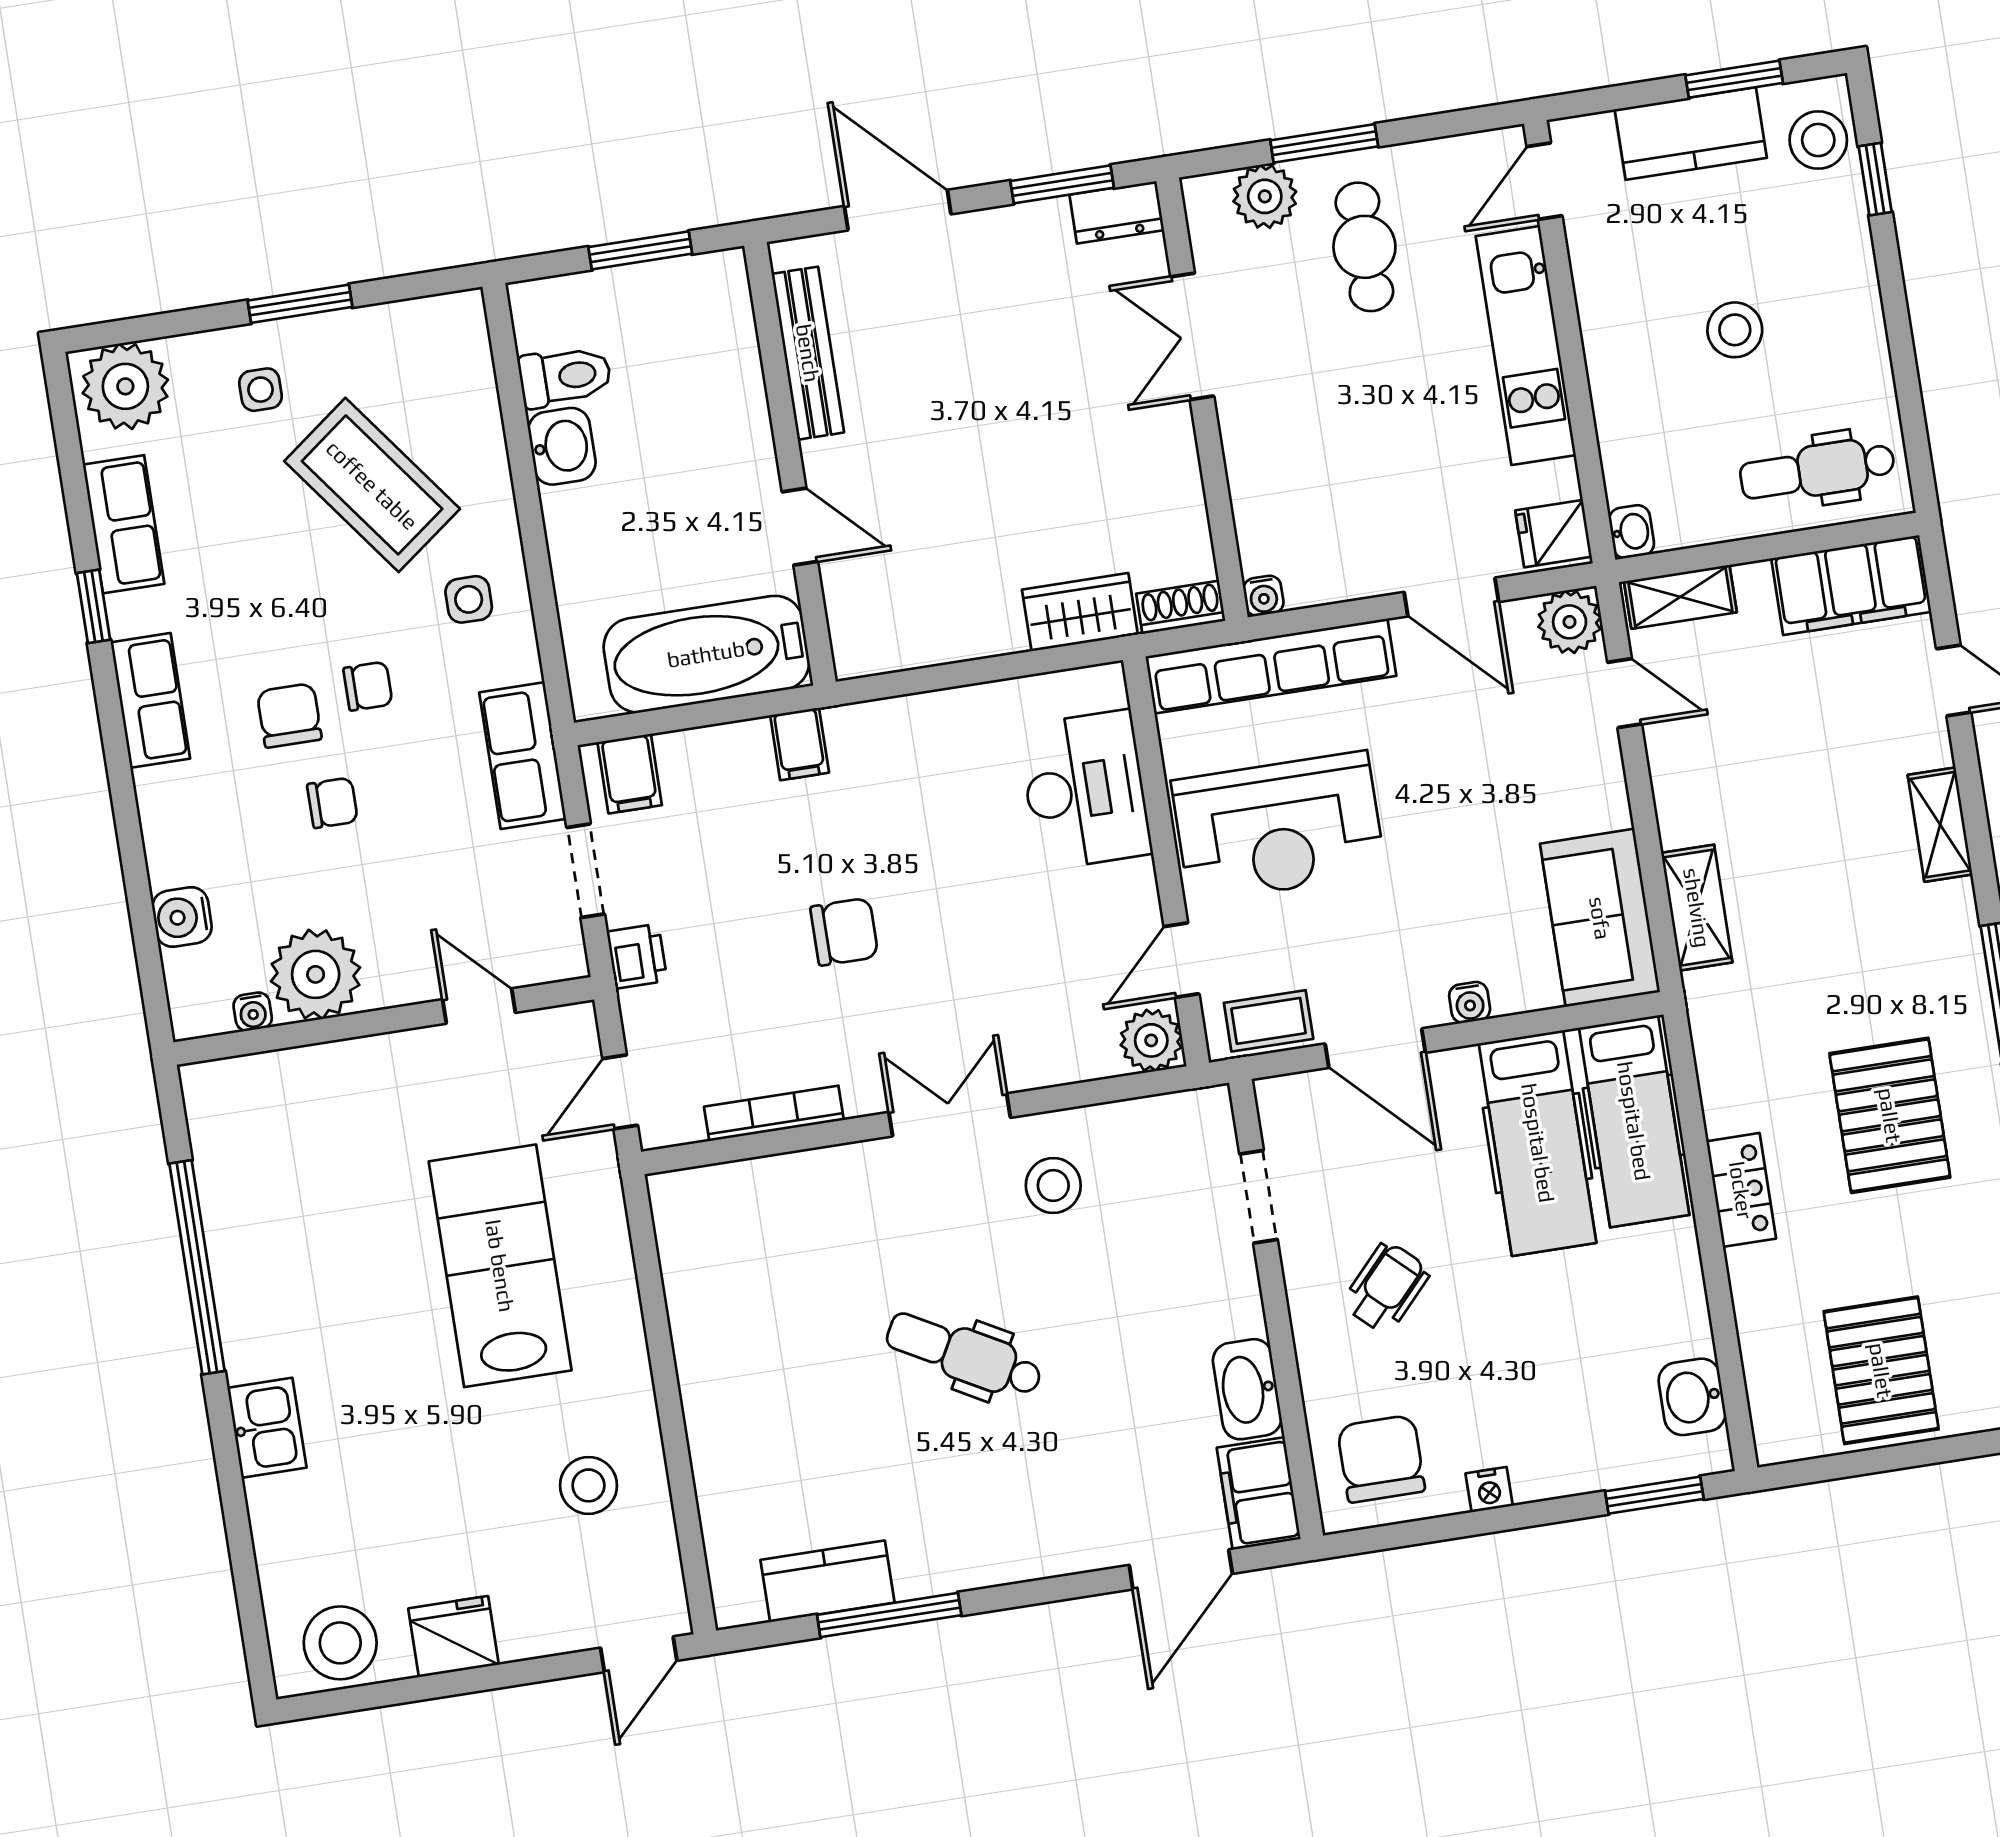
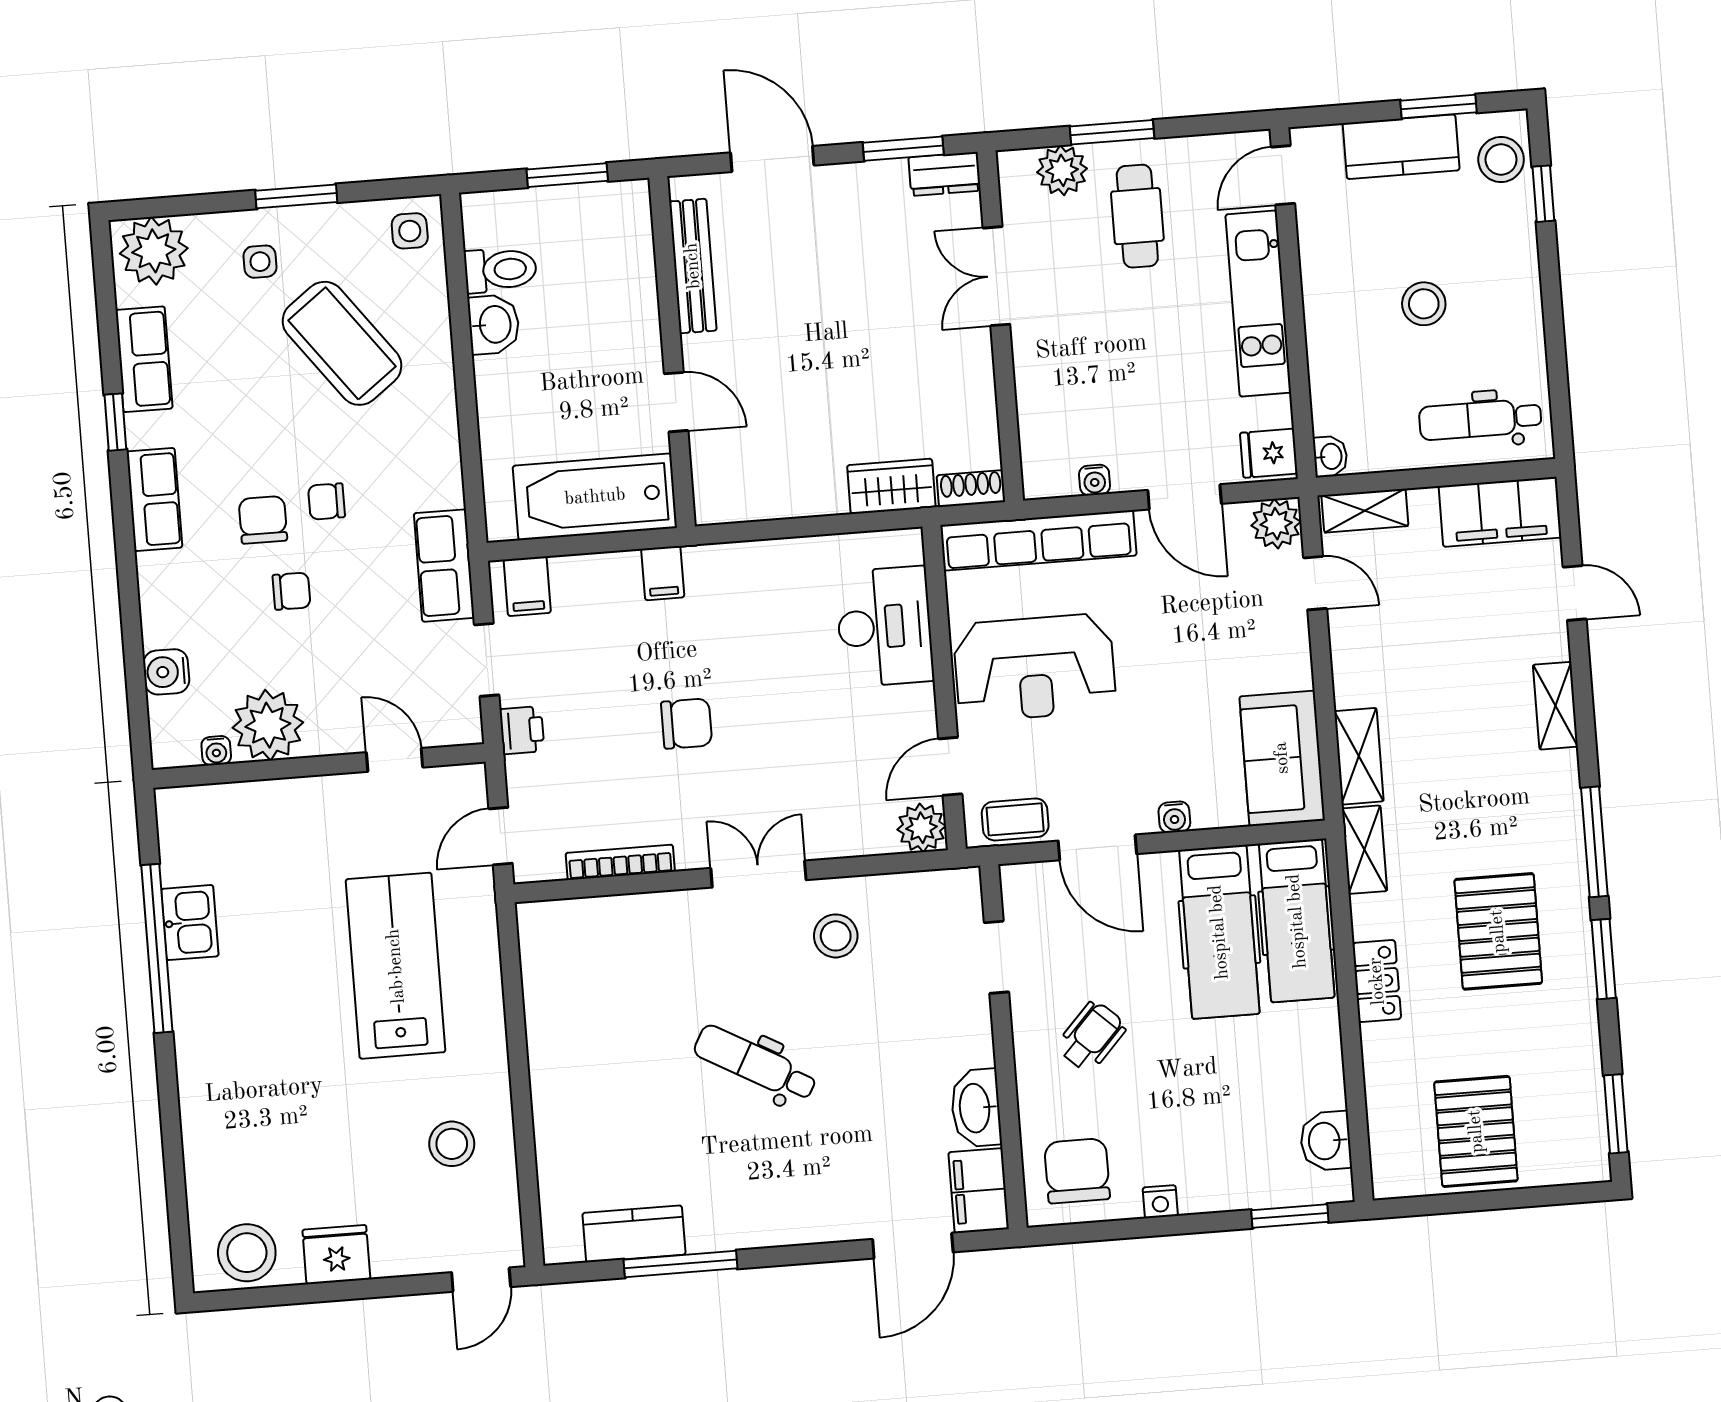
water cooler: (1263, 596) -> (1095, 480), moved
side table: (469, 599) -> (410, 231), moved
chair: (368, 686) -> (326, 501), turned 180
shelving: (1713, 1025) -> (1364, 850), added
kitchen sink: (267, 1428) -> (190, 923), moved

